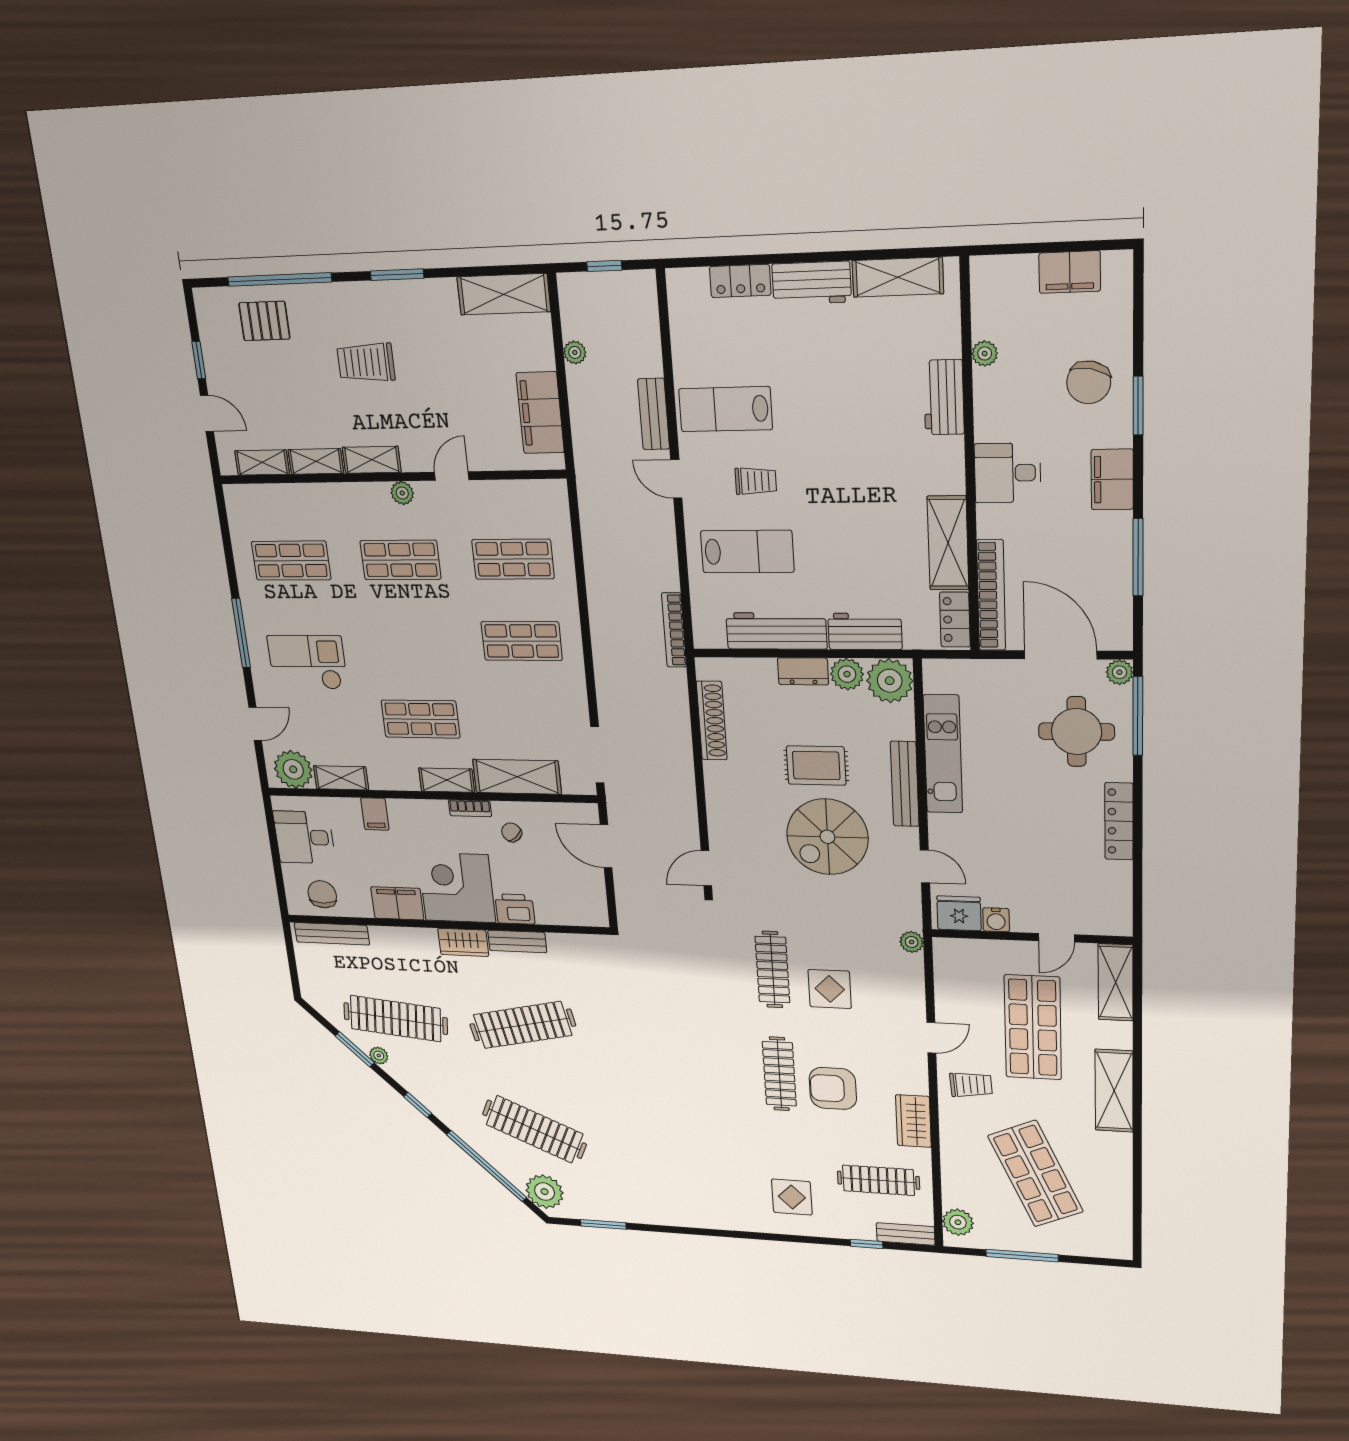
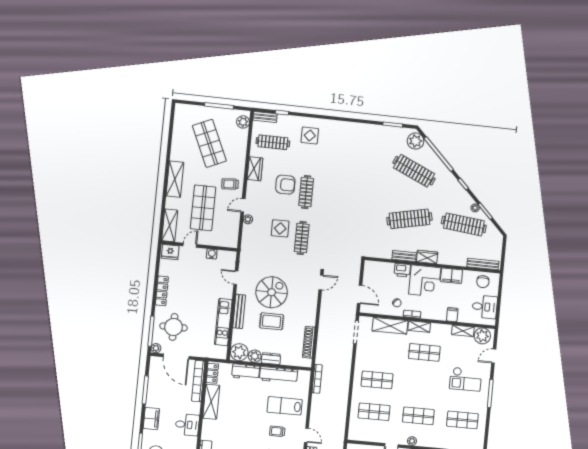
fridge: (959, 913) -> (170, 252), moved
plant: (912, 942) -> (248, 219), moved

